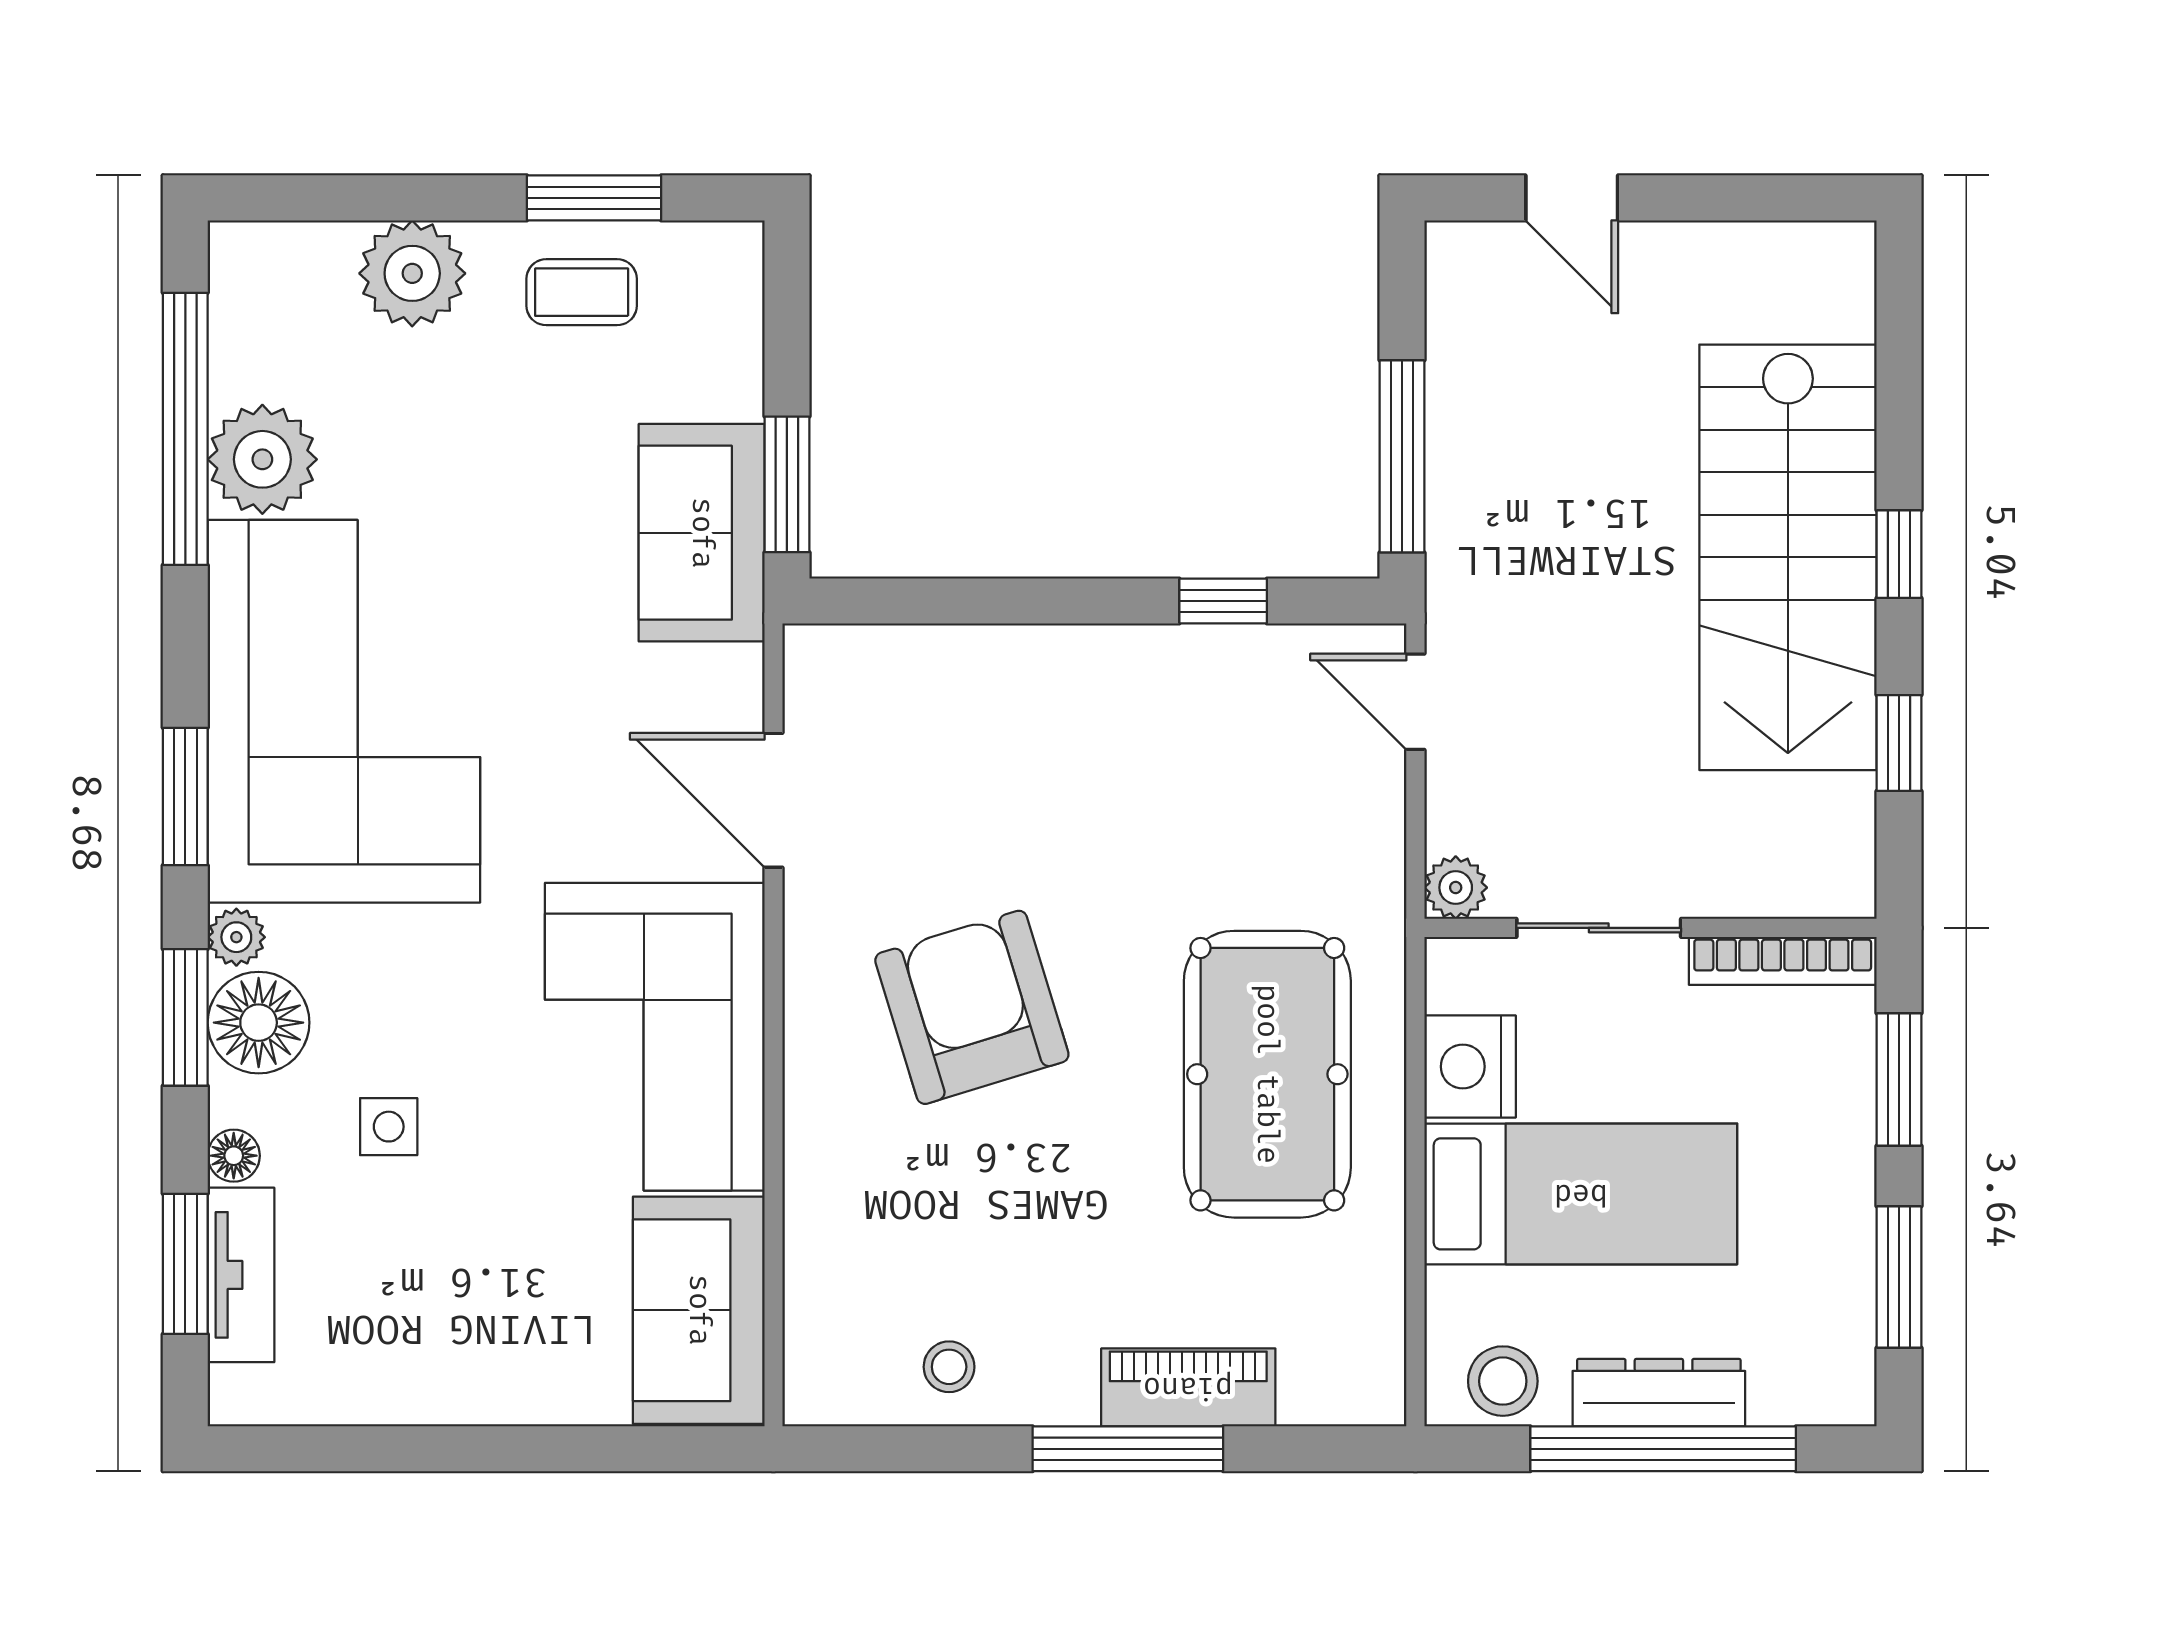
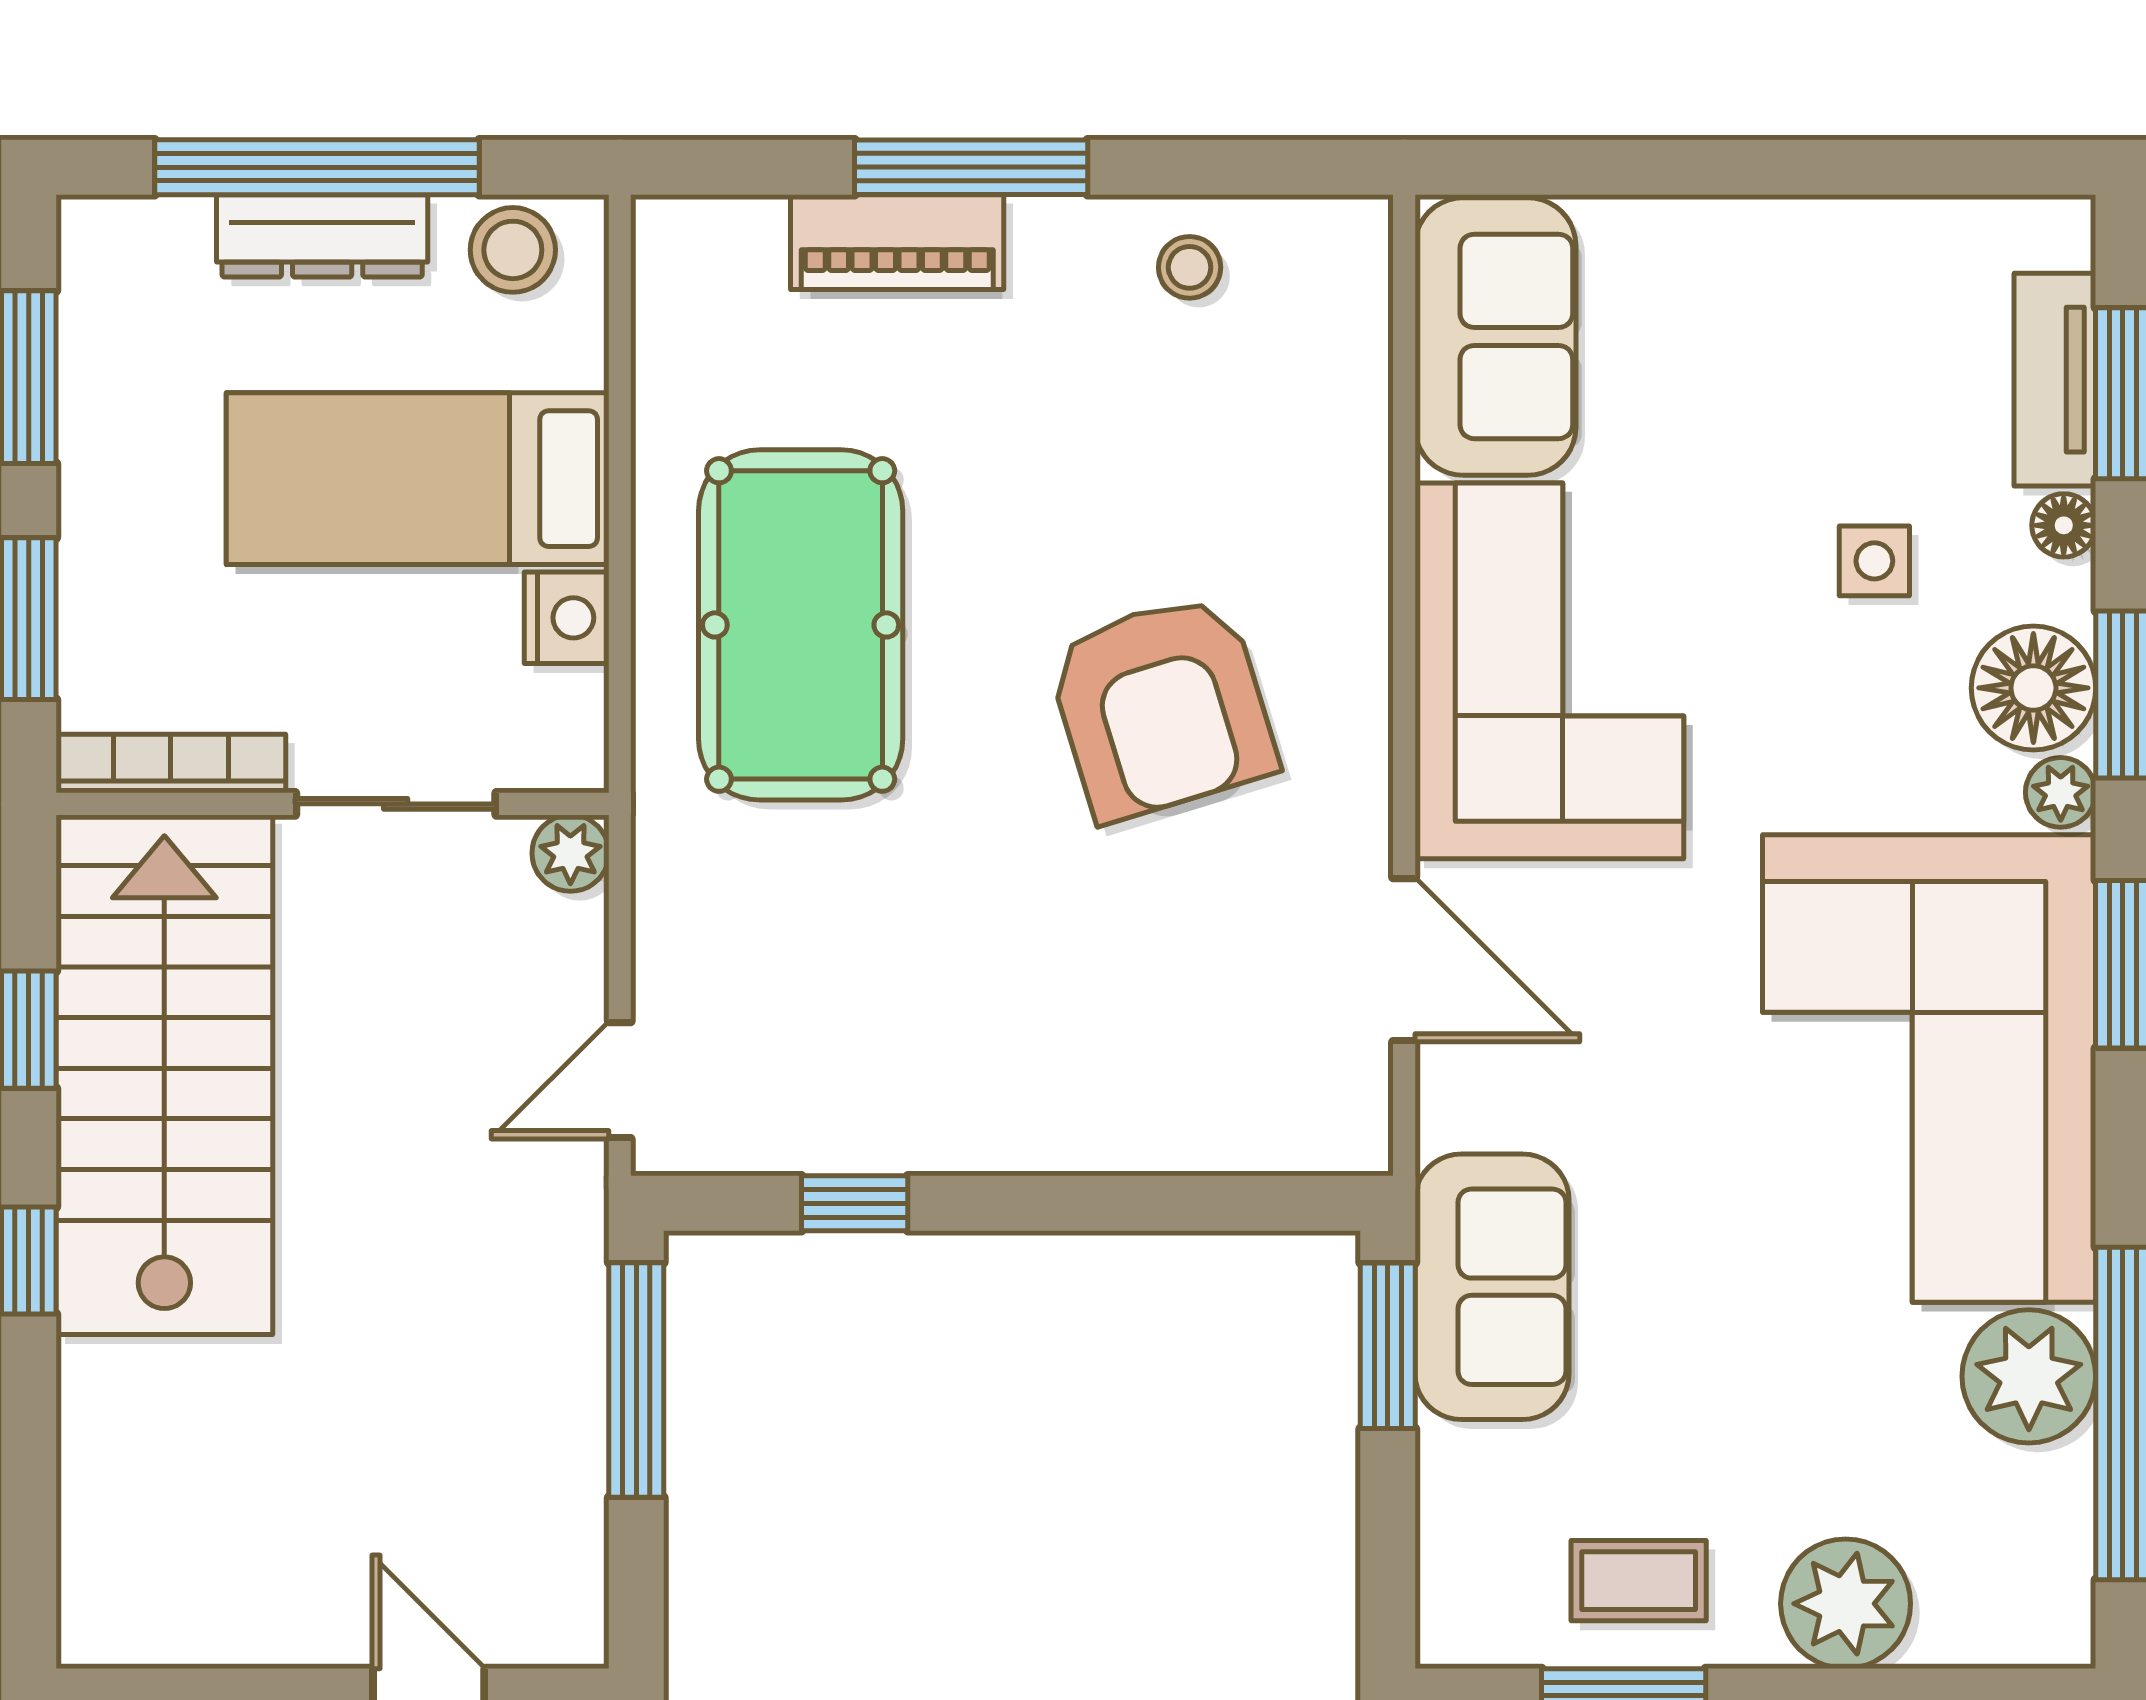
stairs: (1788, 557) -> (164, 1075), moved
door: (1415, 702) -> (620, 1080), swing flipped
nightstand: (1470, 1067) -> (567, 618), width x0.74, depth x0.75

